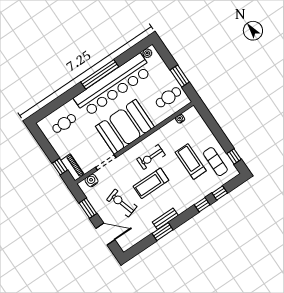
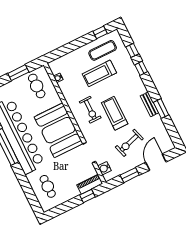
treadmill: (151, 183) -> (115, 113), turned 180

